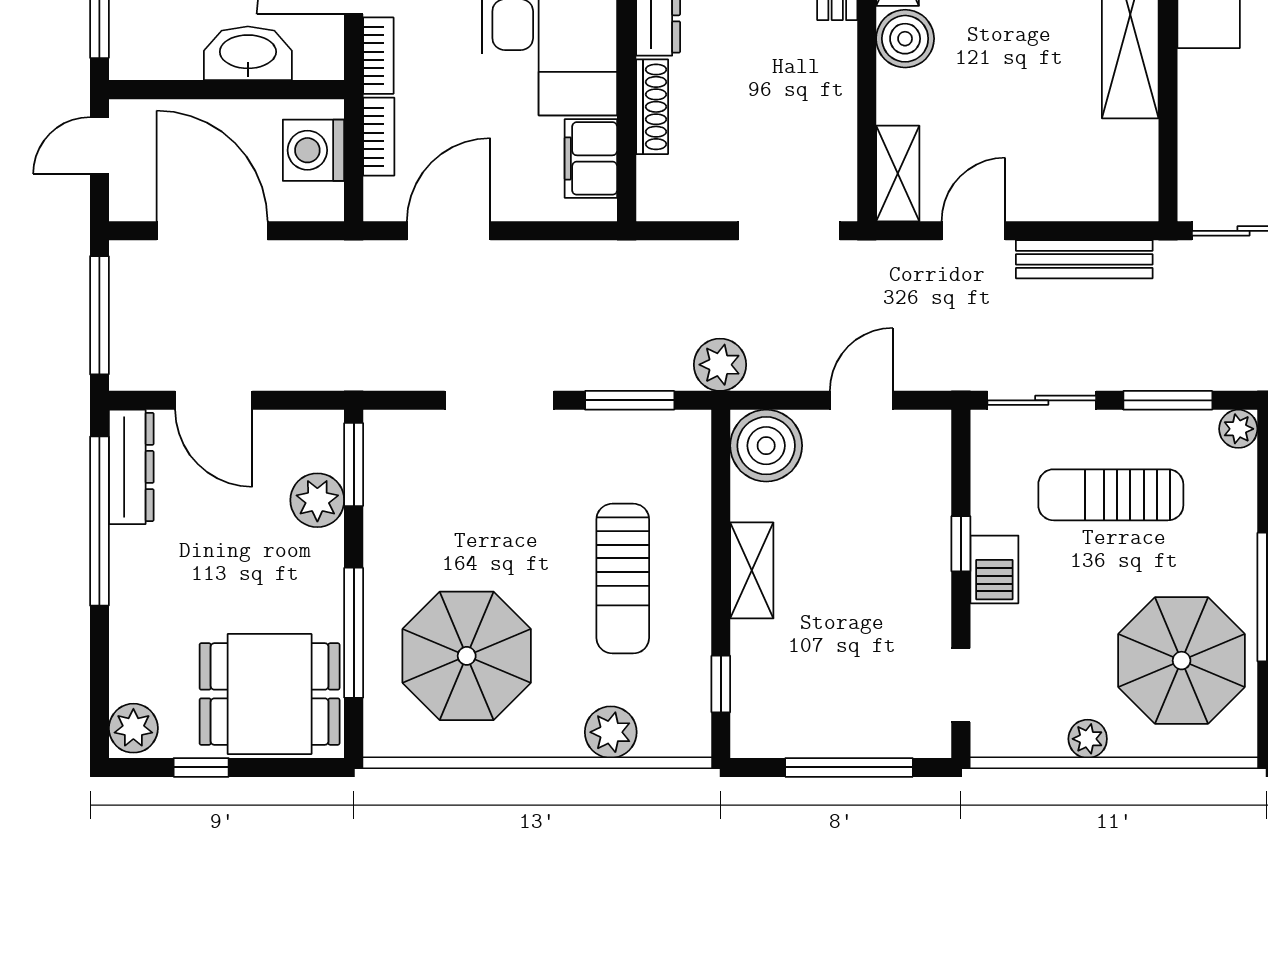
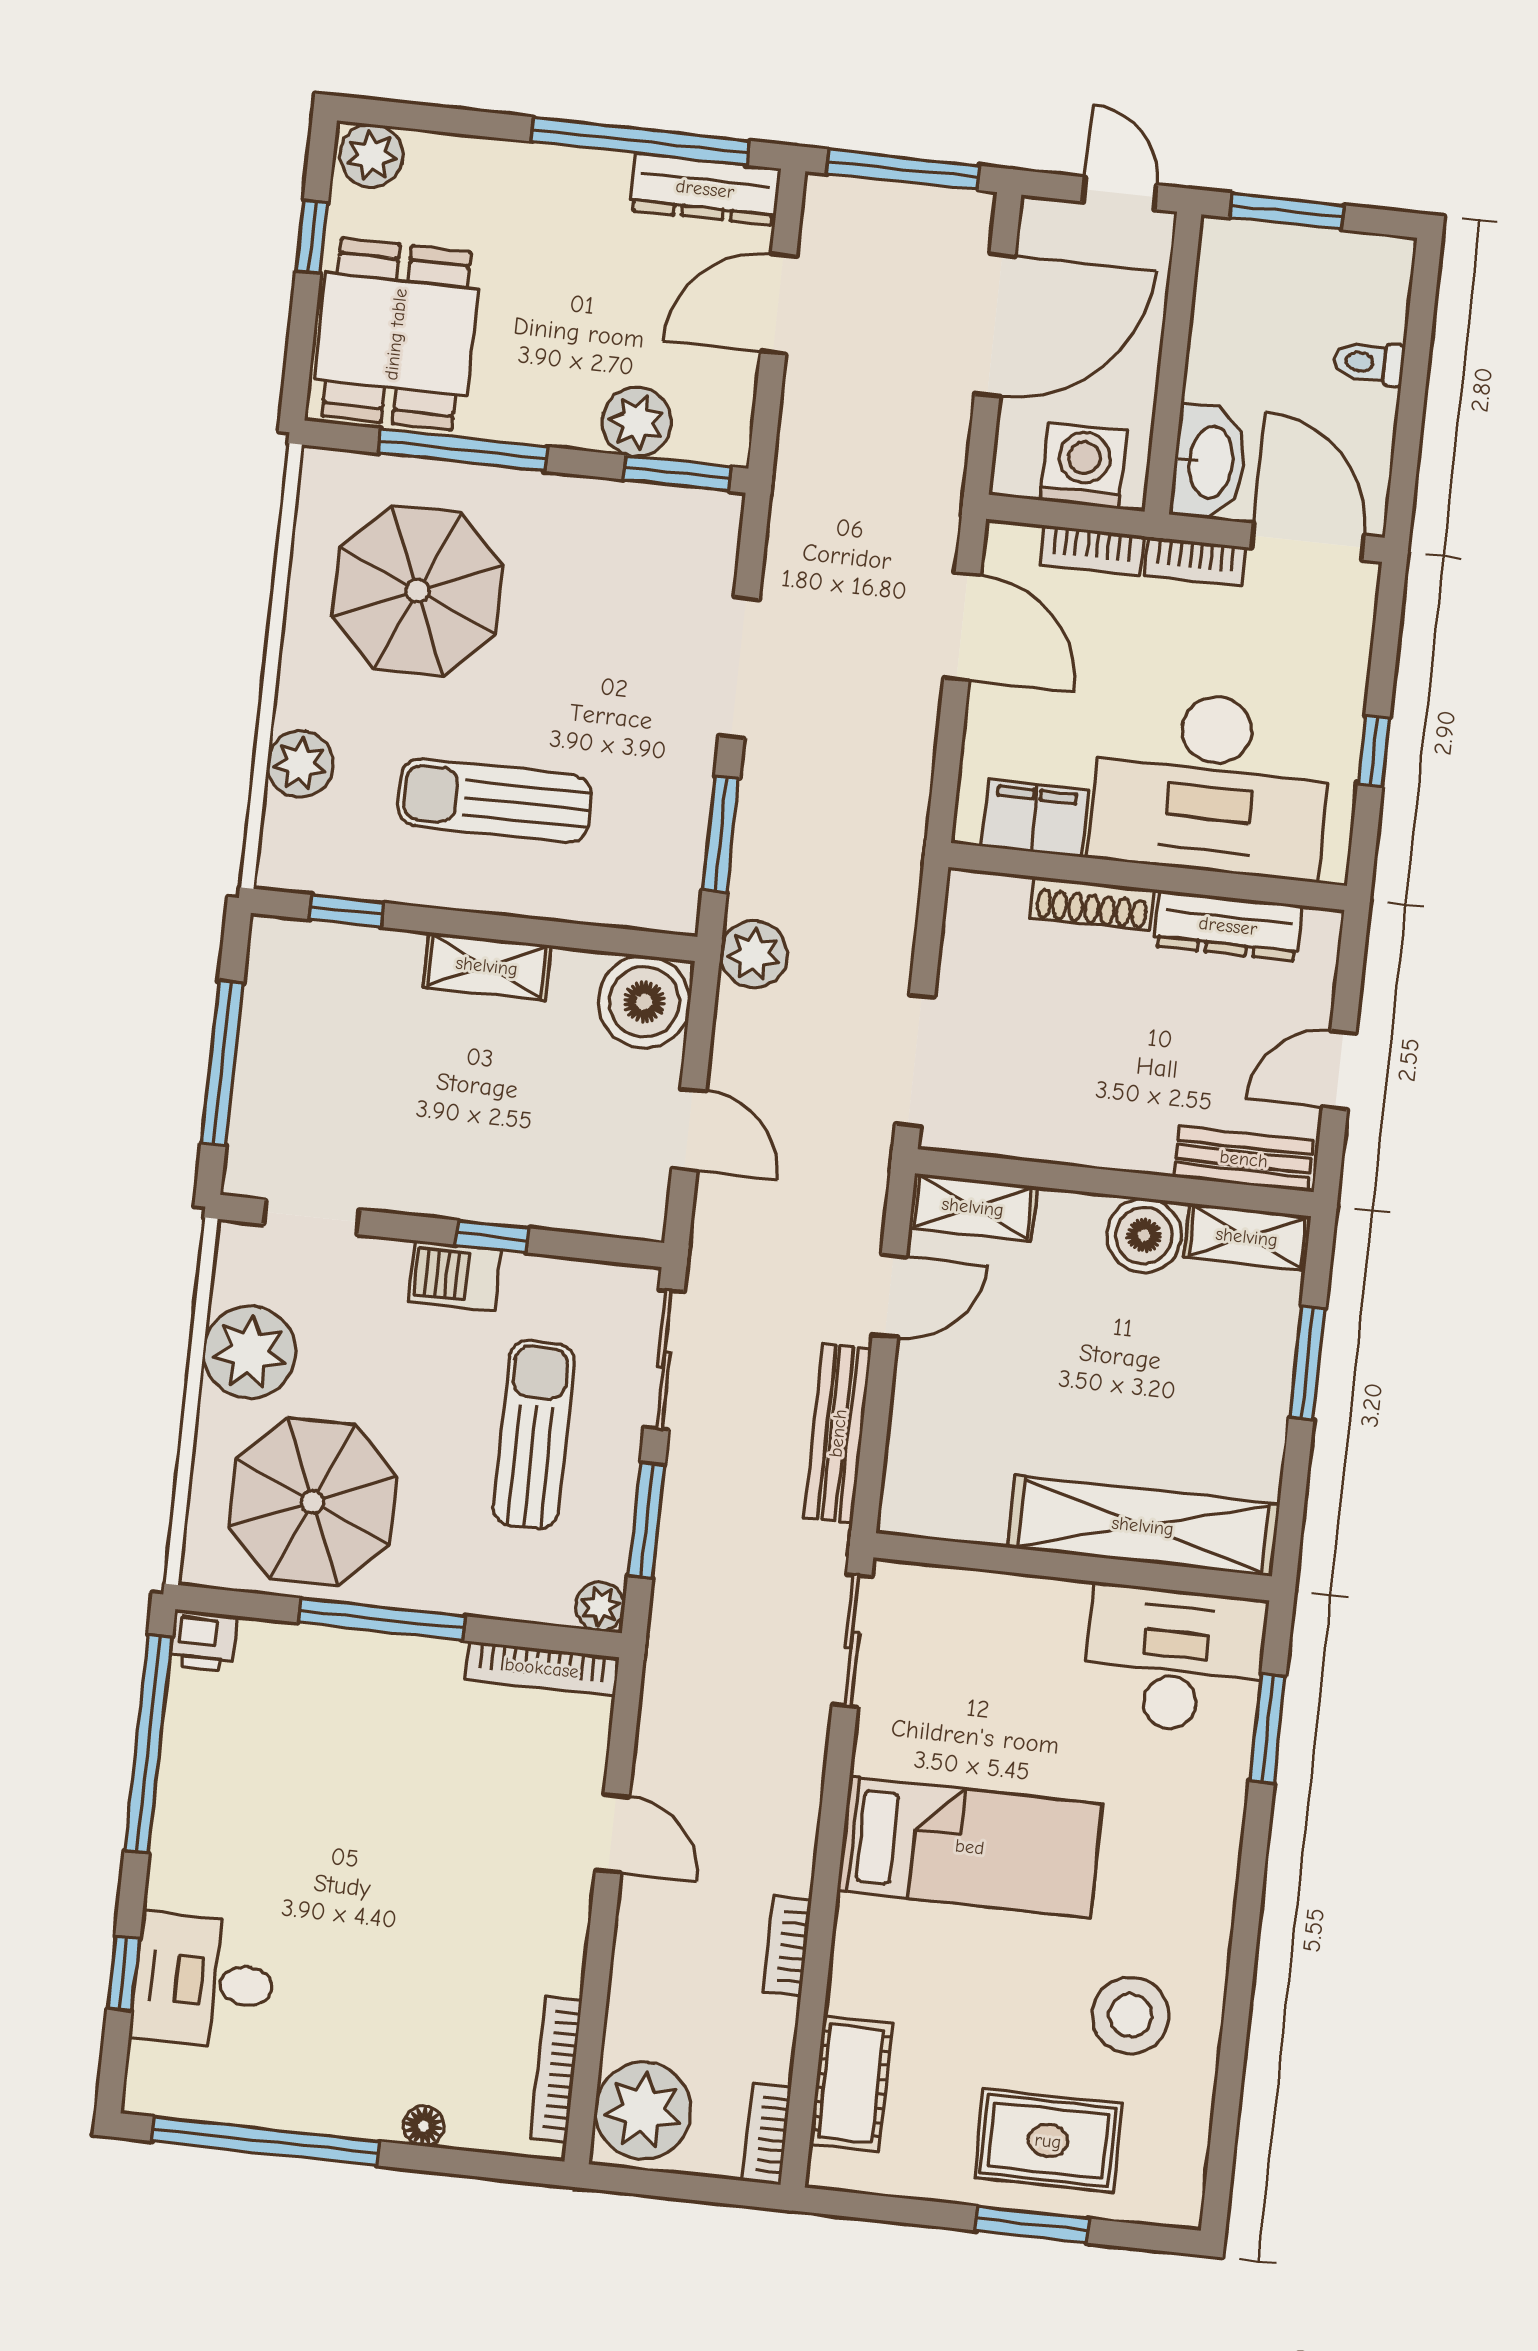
washbasin: (248, 53) -> (1209, 462), moved
door: (973, 231) -> (889, 1296), hinge flipped
plant: (1088, 739) -> (250, 1352), width x1.87, depth x1.87

